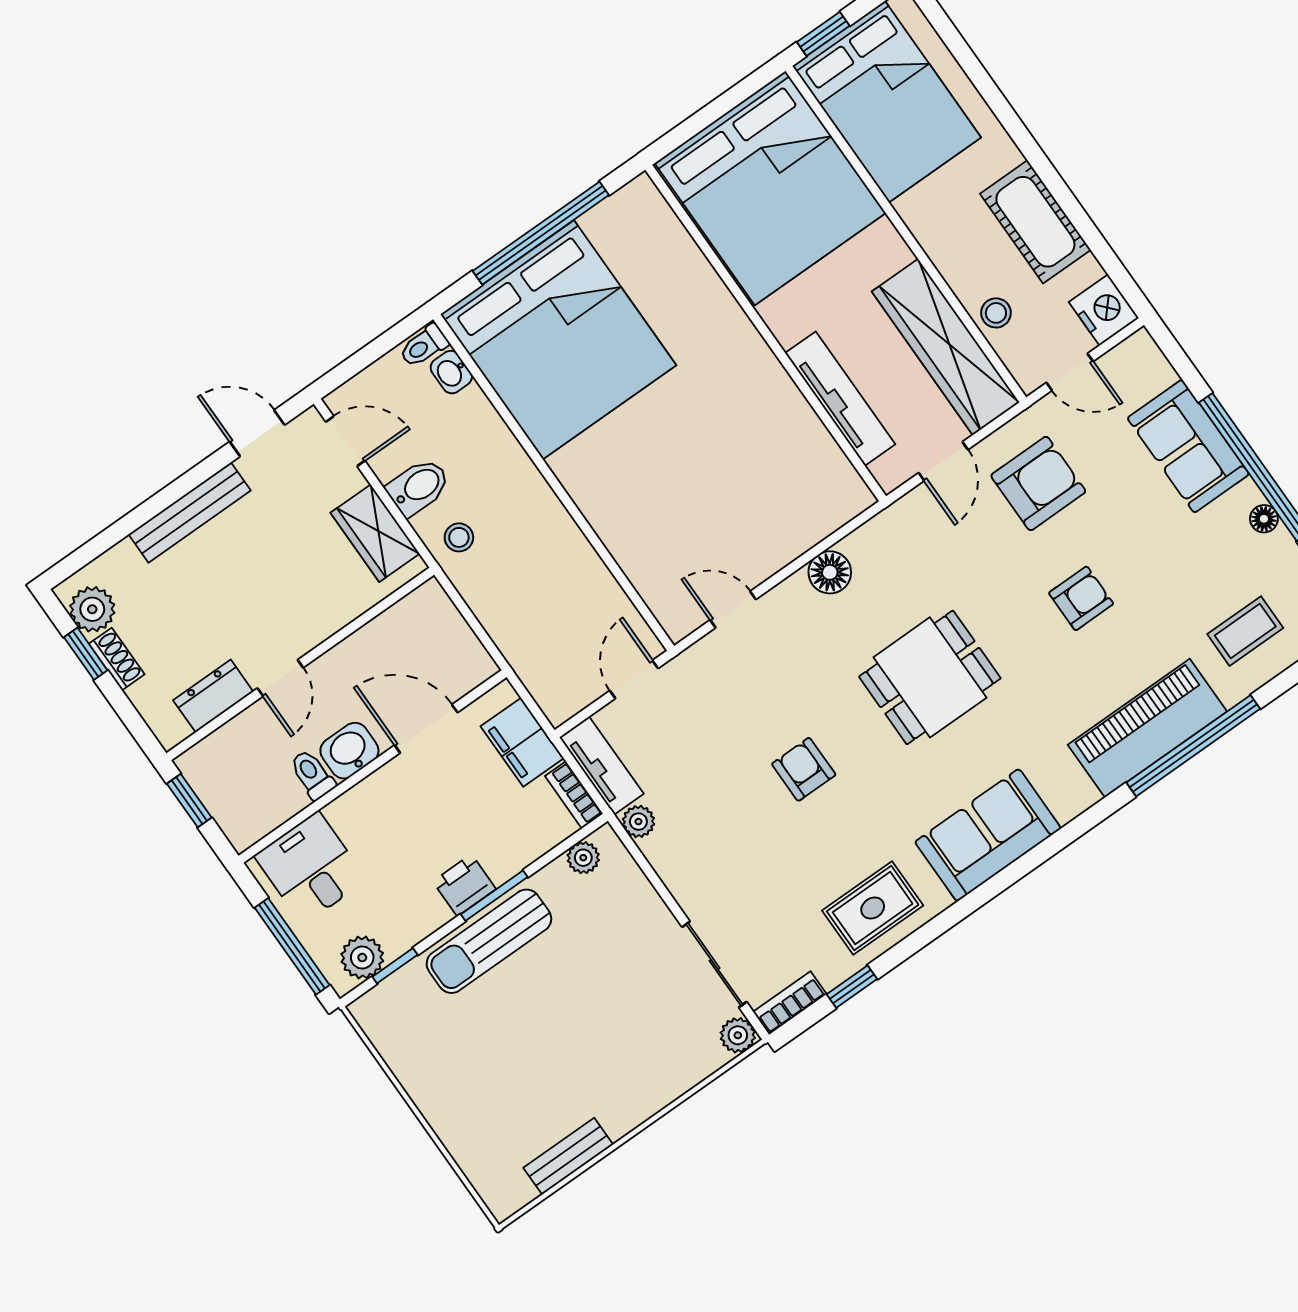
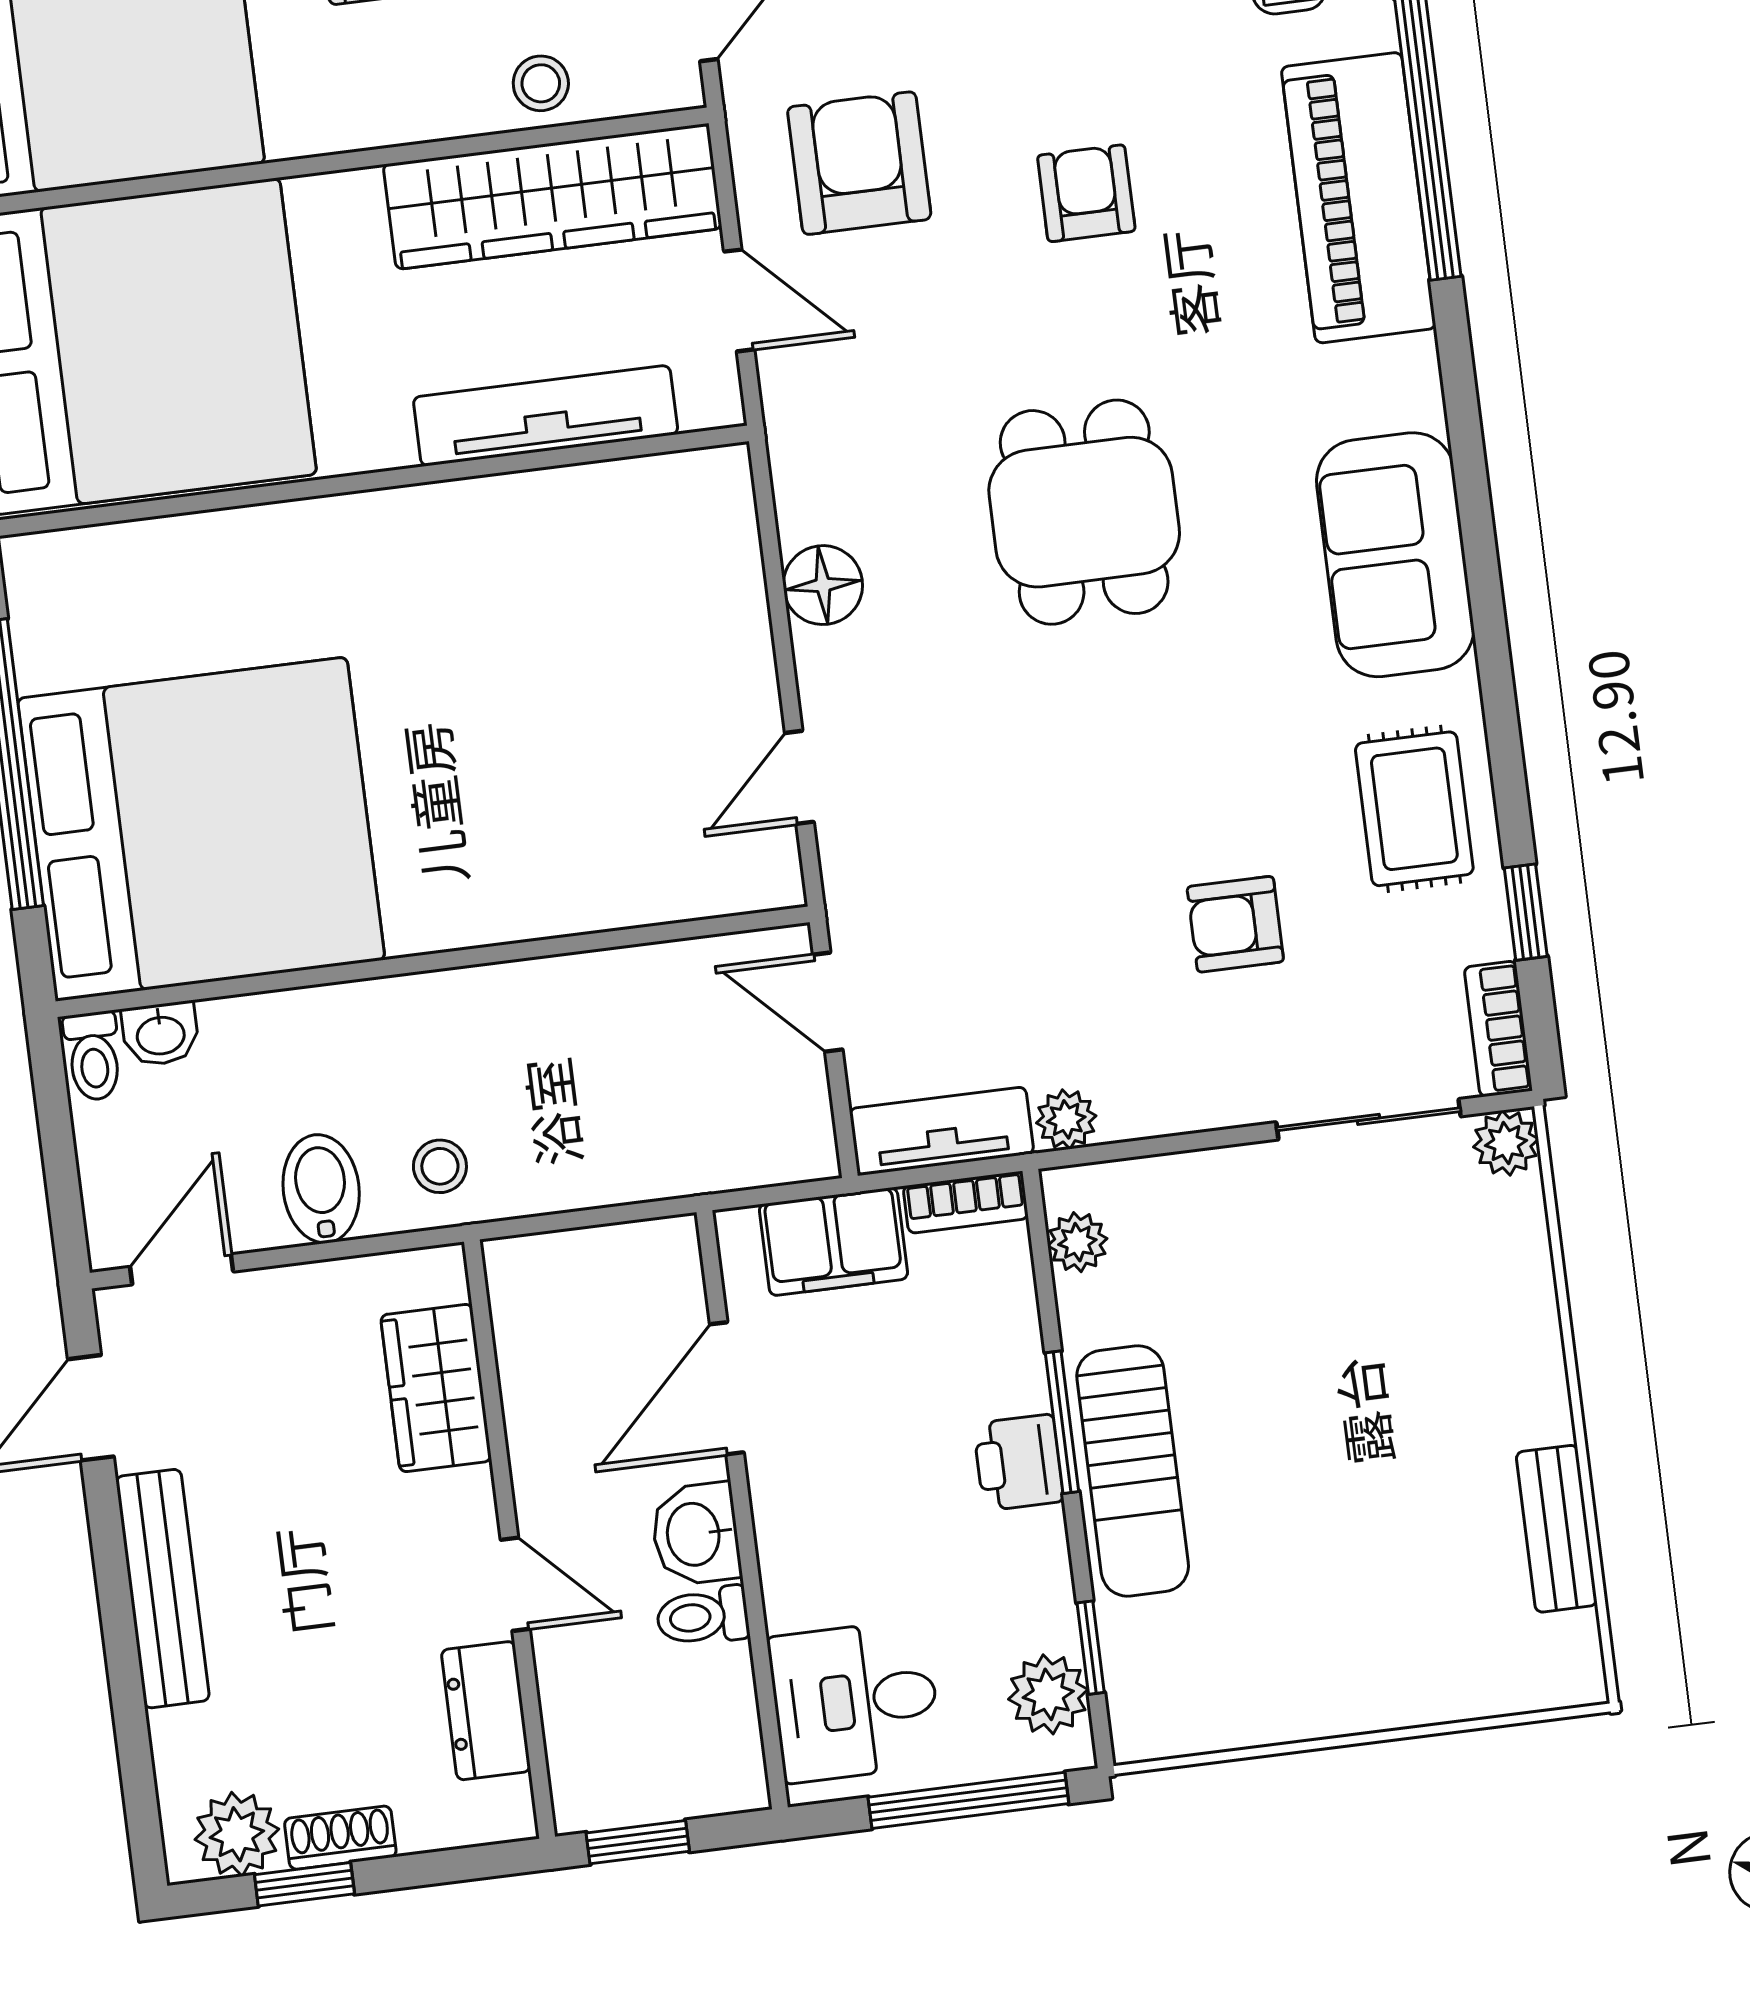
wardrobe: (375, 533) -> (436, 1388), moved, turned 90
armchair: (804, 769) -> (1235, 924), moved

